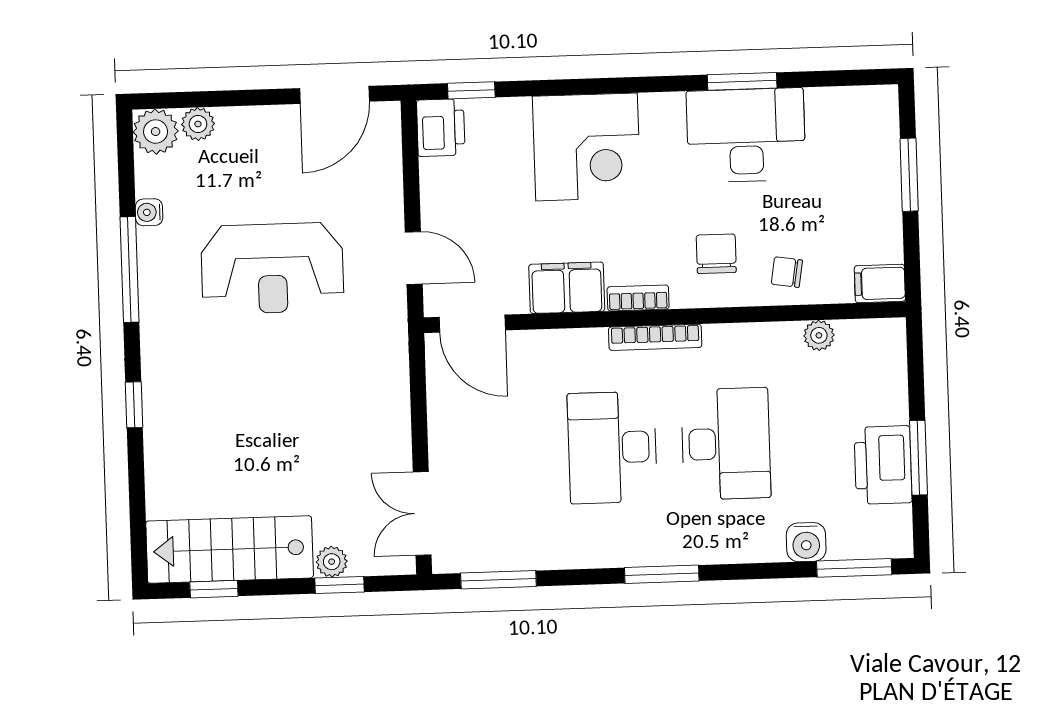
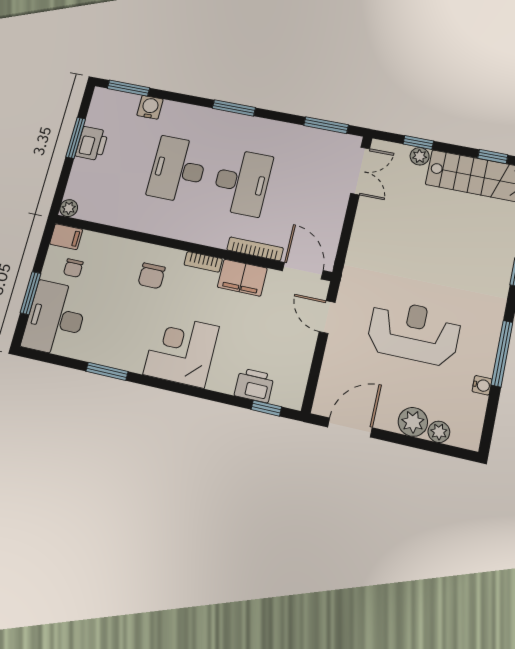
printer: (441, 128) -> (254, 385), moved, turned 90
plant: (156, 132) -> (413, 422), moved
desk: (746, 135) -> (55, 318), moved, turned 90
corner desk: (587, 147) -> (181, 350), moved
chair: (787, 272) -> (73, 268), moved, turned 81
plant: (819, 335) -> (69, 208), moved
bookcase: (655, 337) -> (255, 249), moved
printer: (883, 465) -> (92, 144), width x0.73, depth x0.84

